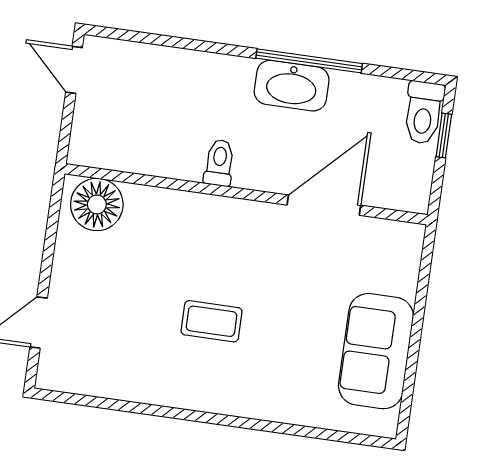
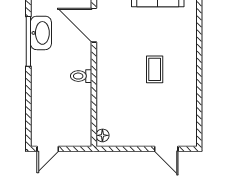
washbasin: (292, 86) -> (41, 33), moved
floor lamp: (97, 204) -> (102, 135), width x0.53, depth x0.53

